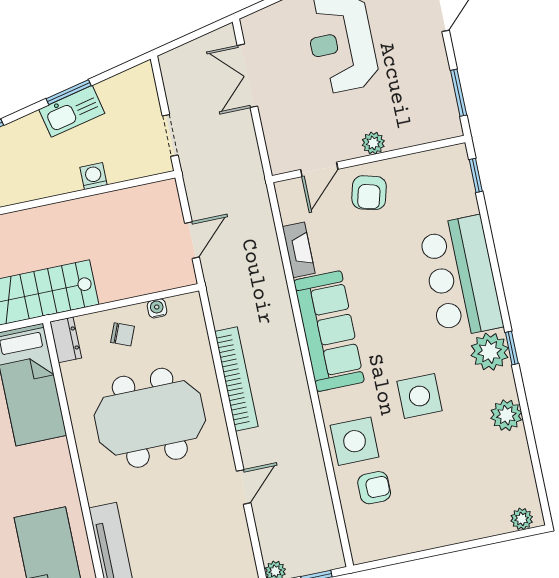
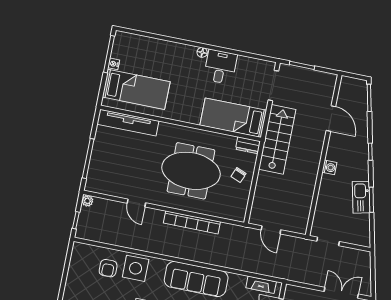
washing machine: (94, 176) -> (329, 167), moved
fireplace: (299, 250) -> (261, 285), moved
water cooler: (157, 308) -> (244, 198), removed
meeting table: (150, 418) -> (191, 171), turned 90

